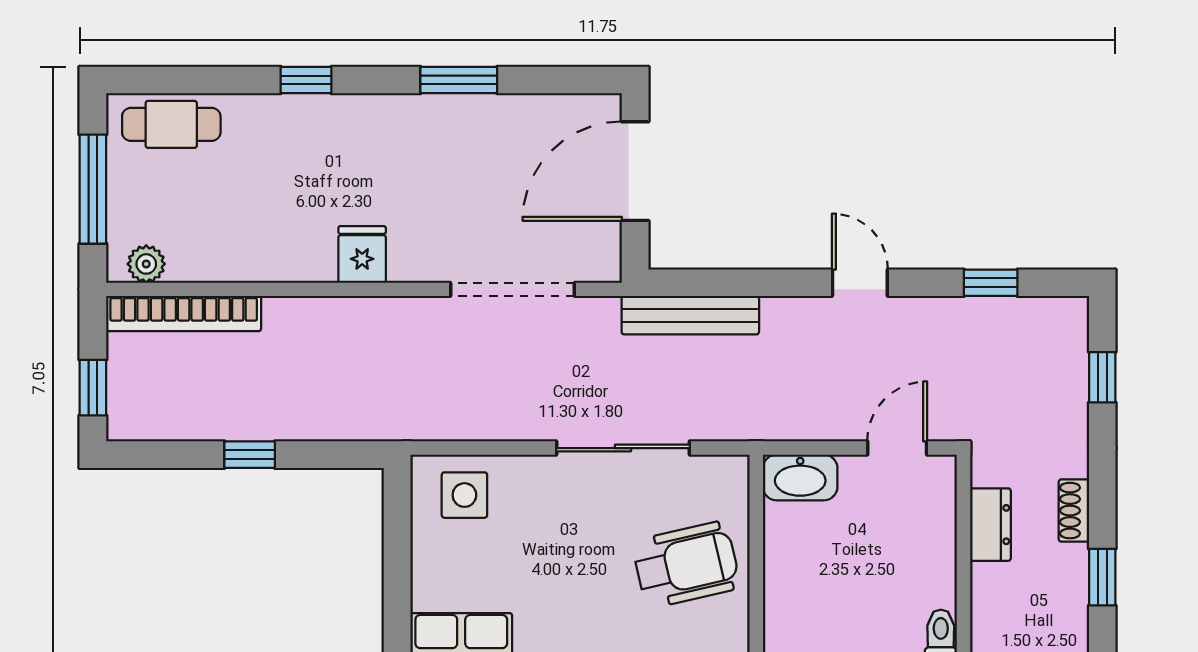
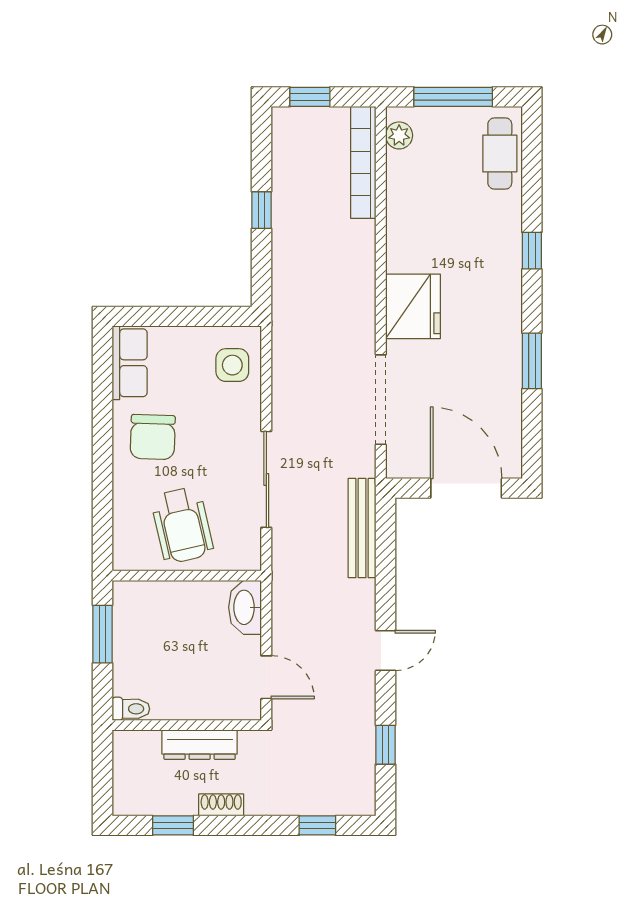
fridge: (362, 254) -> (413, 306), width x1.88, depth x1.34
dresser: (990, 525) -> (200, 745), width x1.44
chair: (564, 605) -> (153, 437), added

